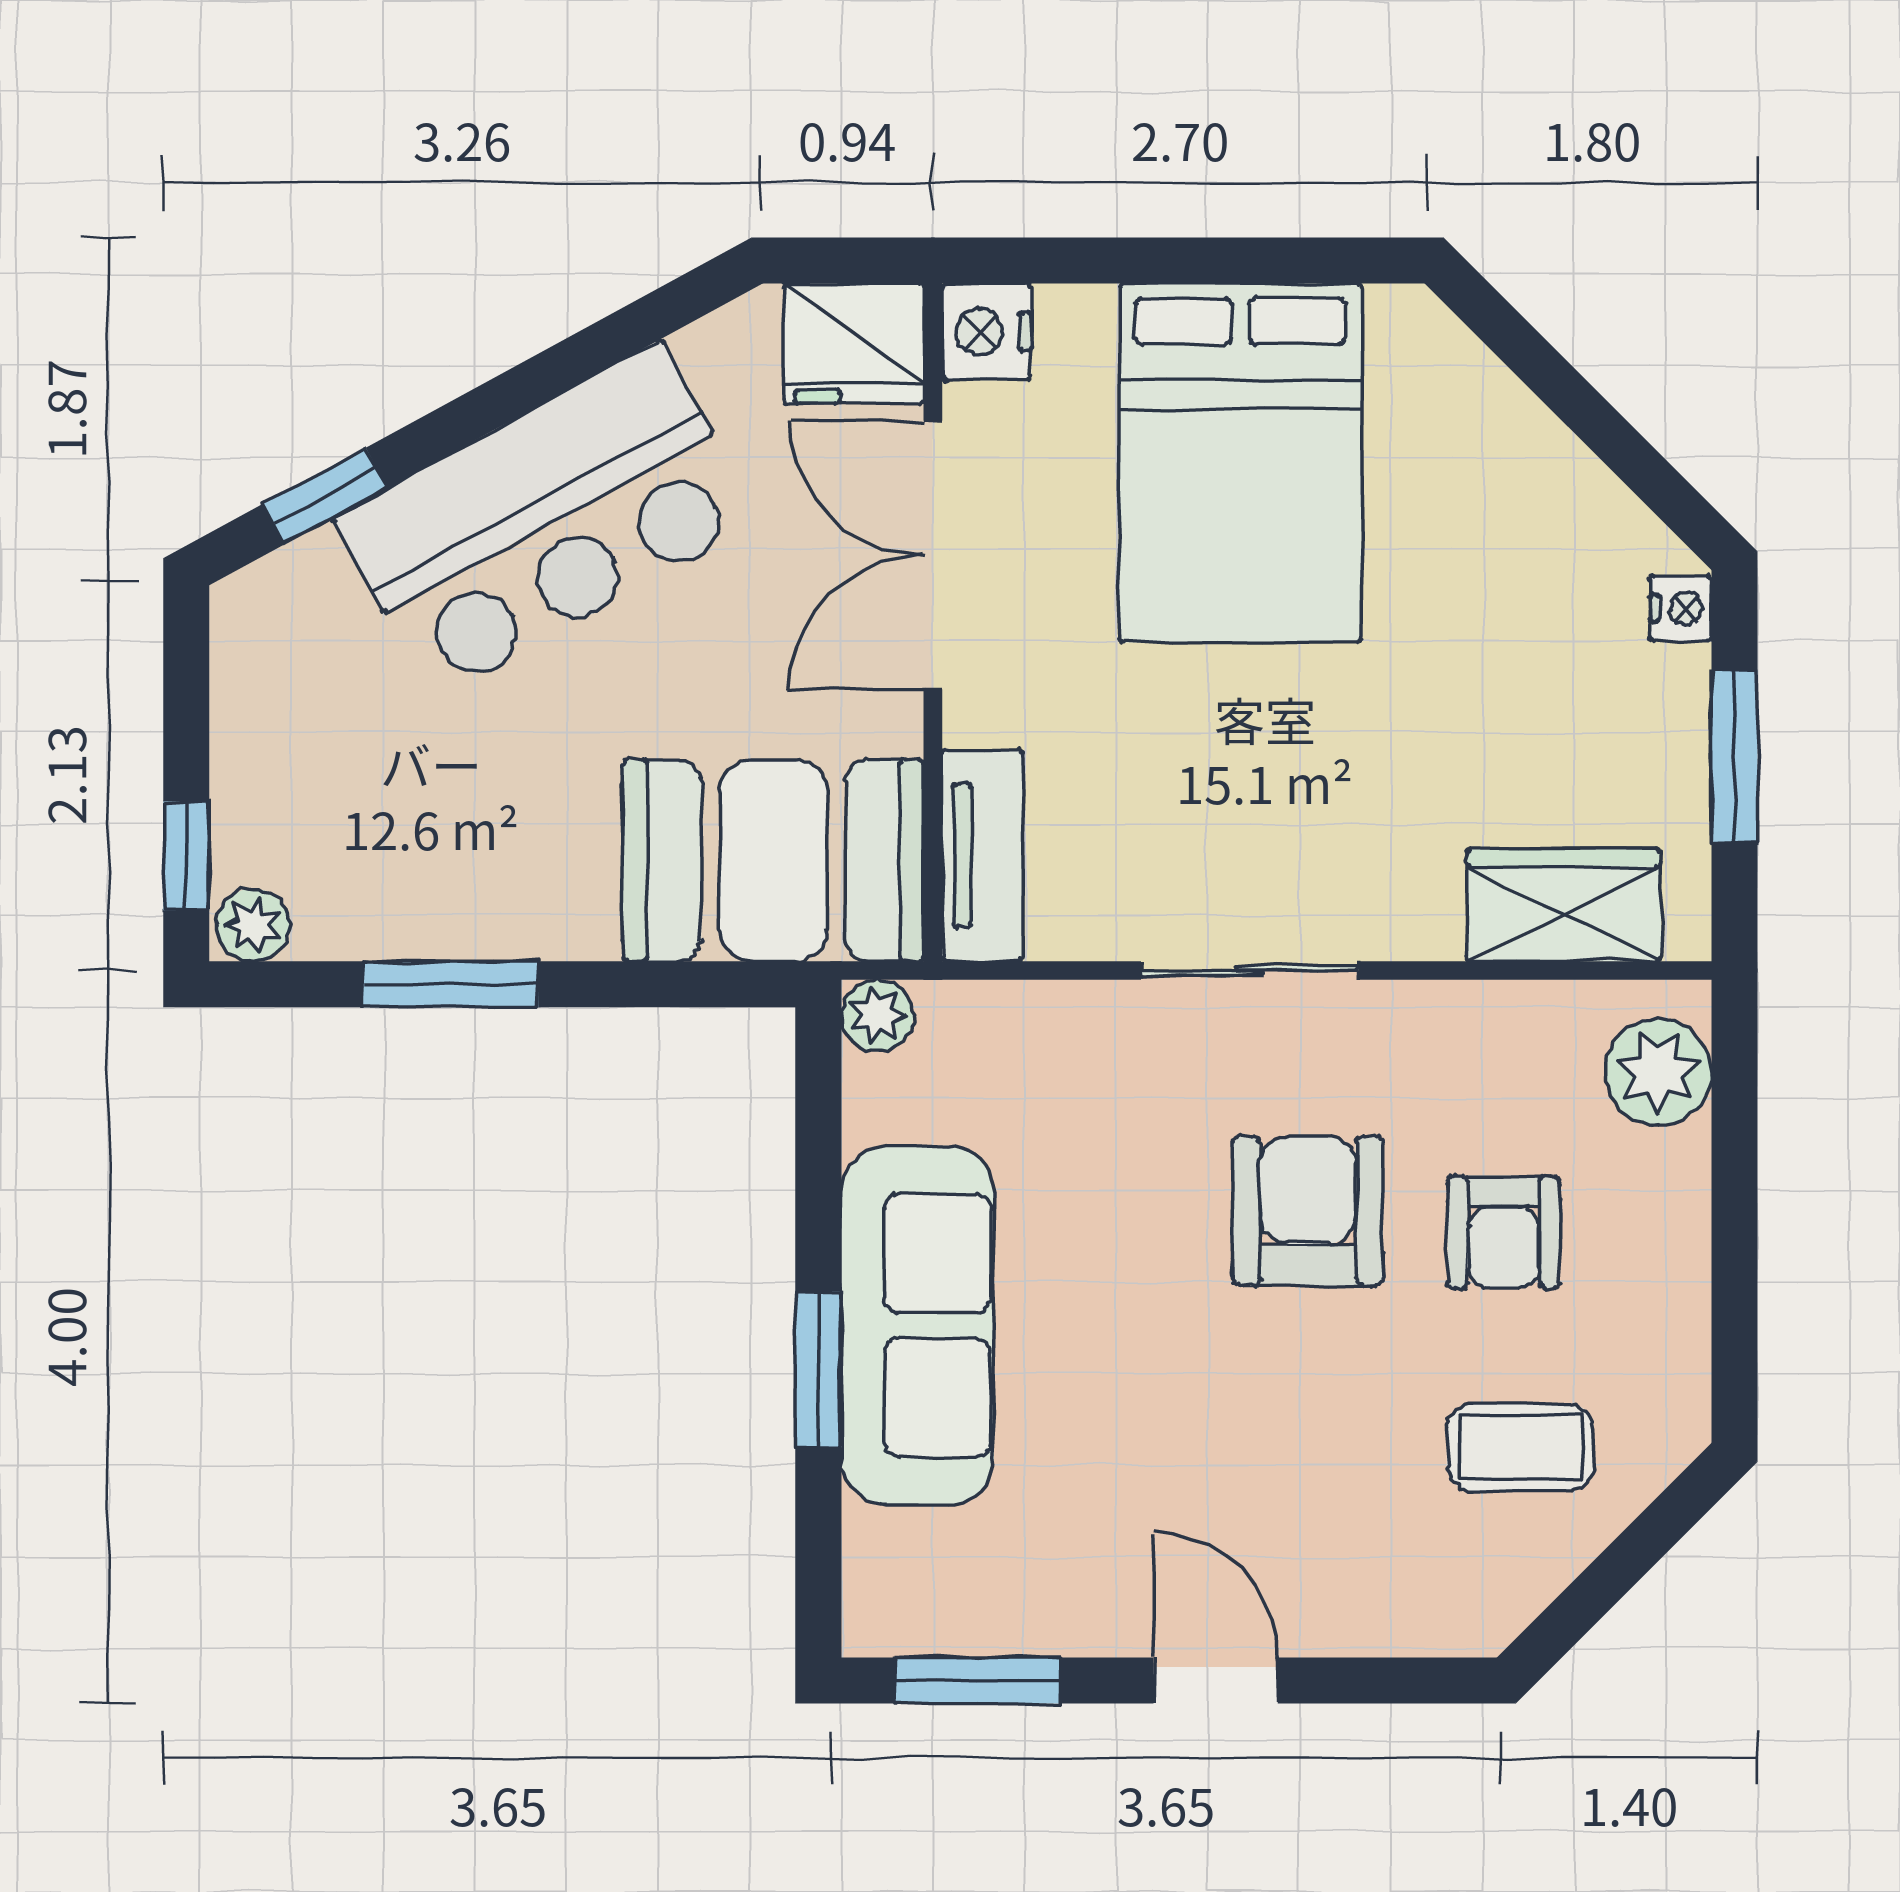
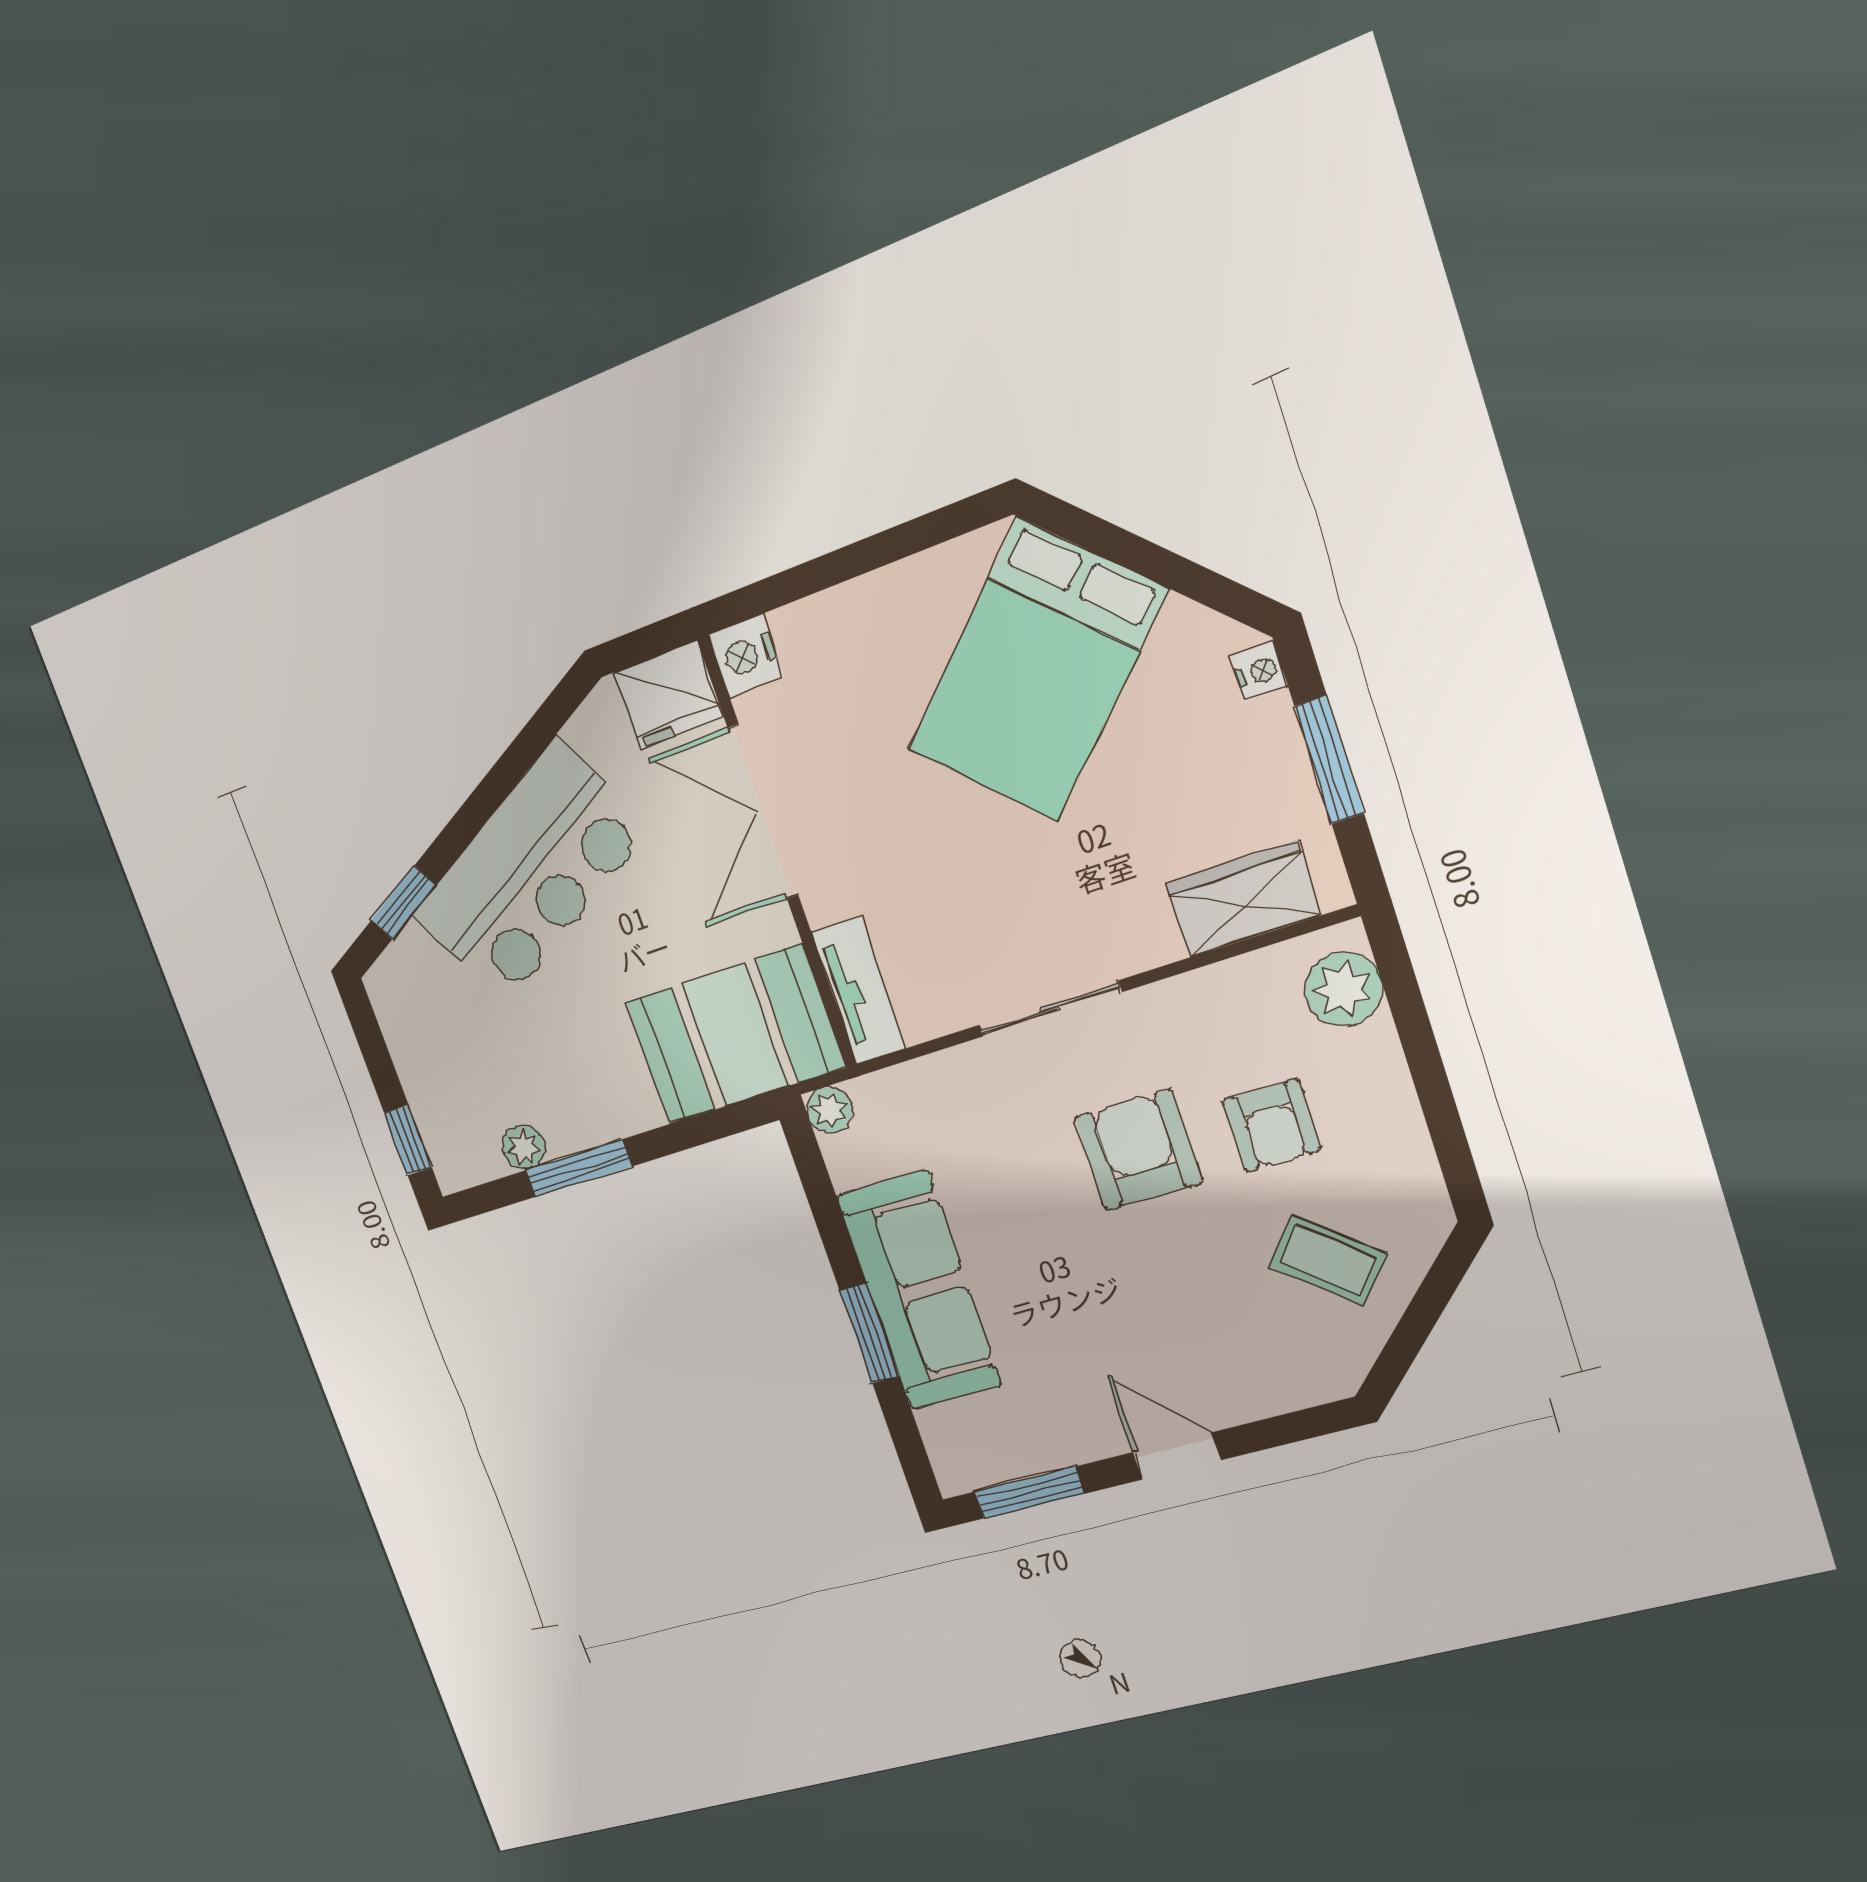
bed: (1240, 463) -> (1037, 670), moved, turned 45
plant: (253, 925) -> (524, 1147), moved
coffee table: (1520, 1447) -> (1328, 1260), turned 40

